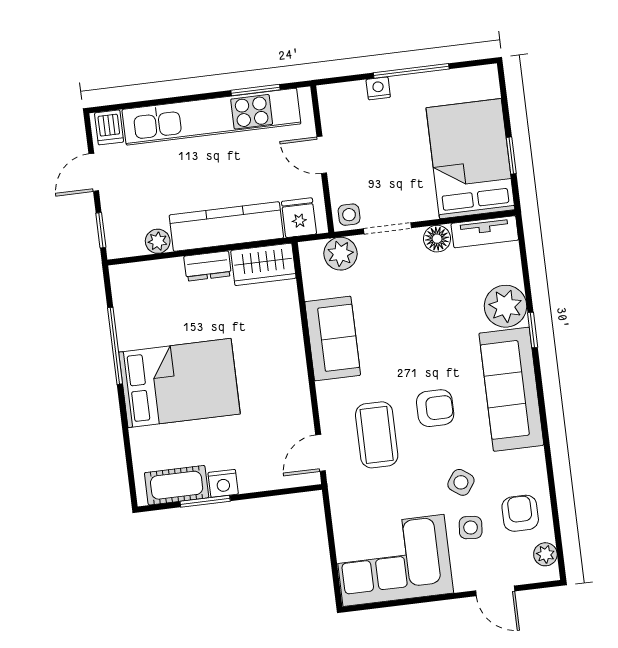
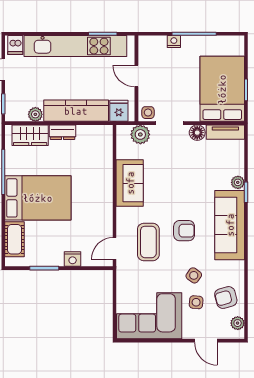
wardrobe: (263, 264) -> (30, 135), moved
plant: (506, 306) -> (238, 182), width x0.53, depth x0.53
nightstand: (223, 483) -> (73, 259), moved
cot: (177, 485) -> (15, 239), moved, turned 90
armchair: (520, 513) -> (226, 297), turned -105

